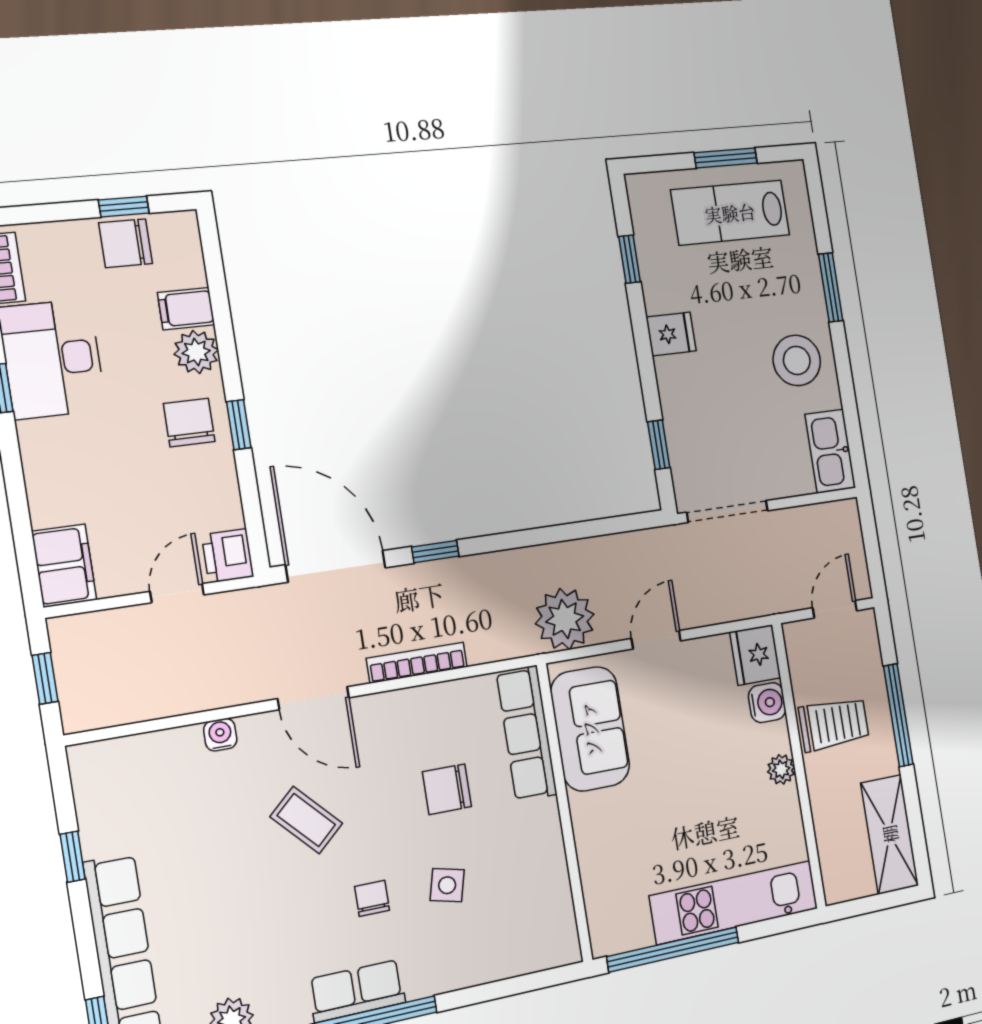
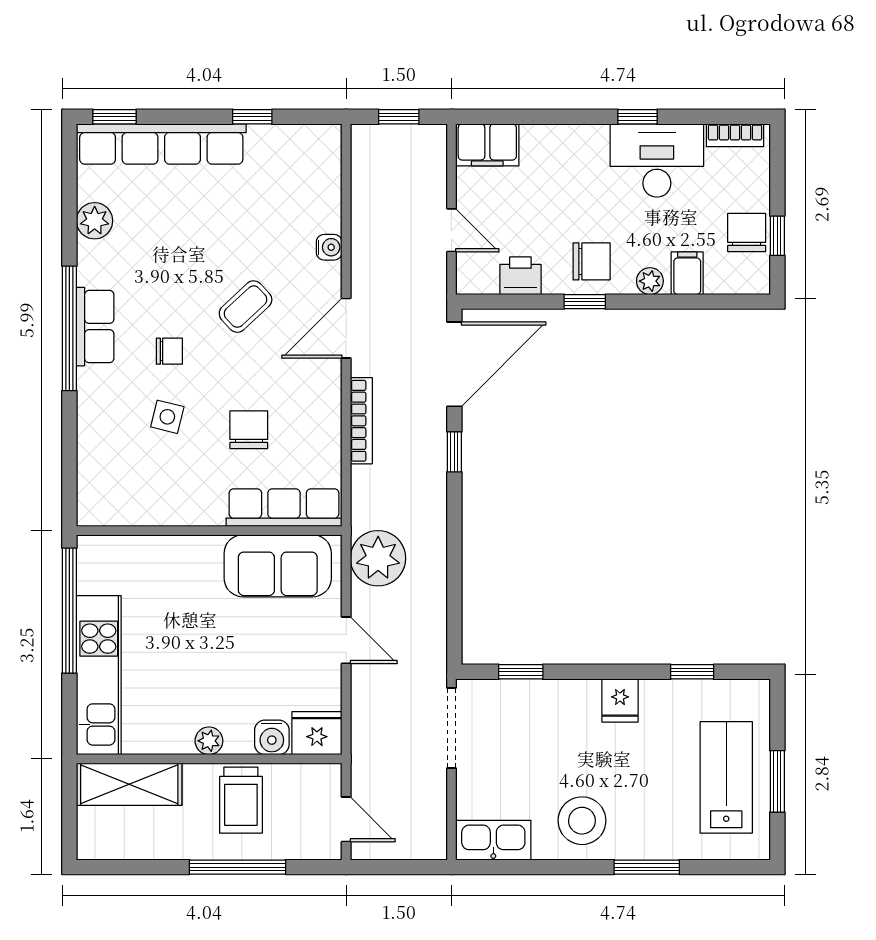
plant: (196, 352) -> (650, 281), width x0.73, depth x0.73
printer: (228, 556) -> (520, 276), moved
shelving: (890, 834) -> (129, 784), moved

